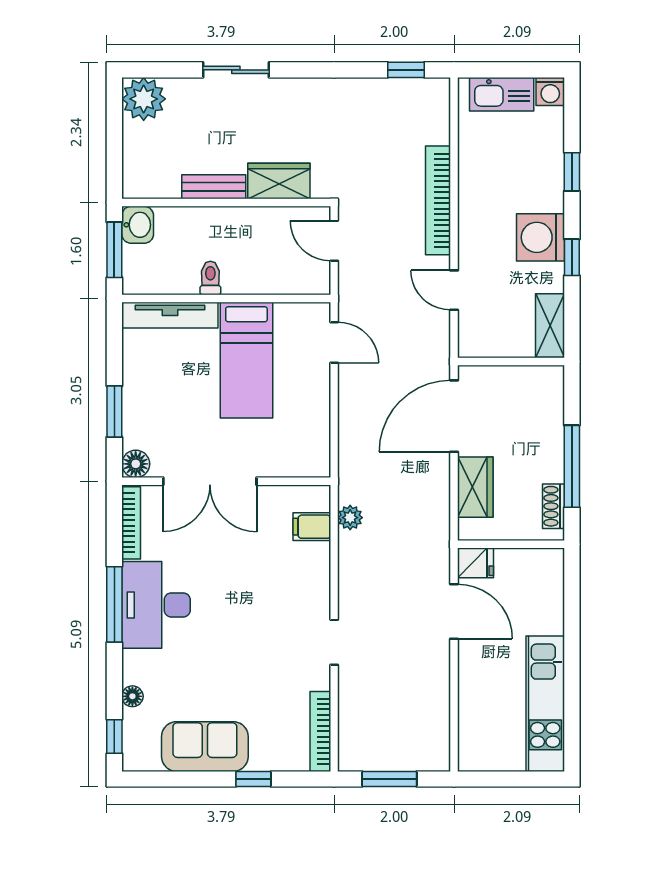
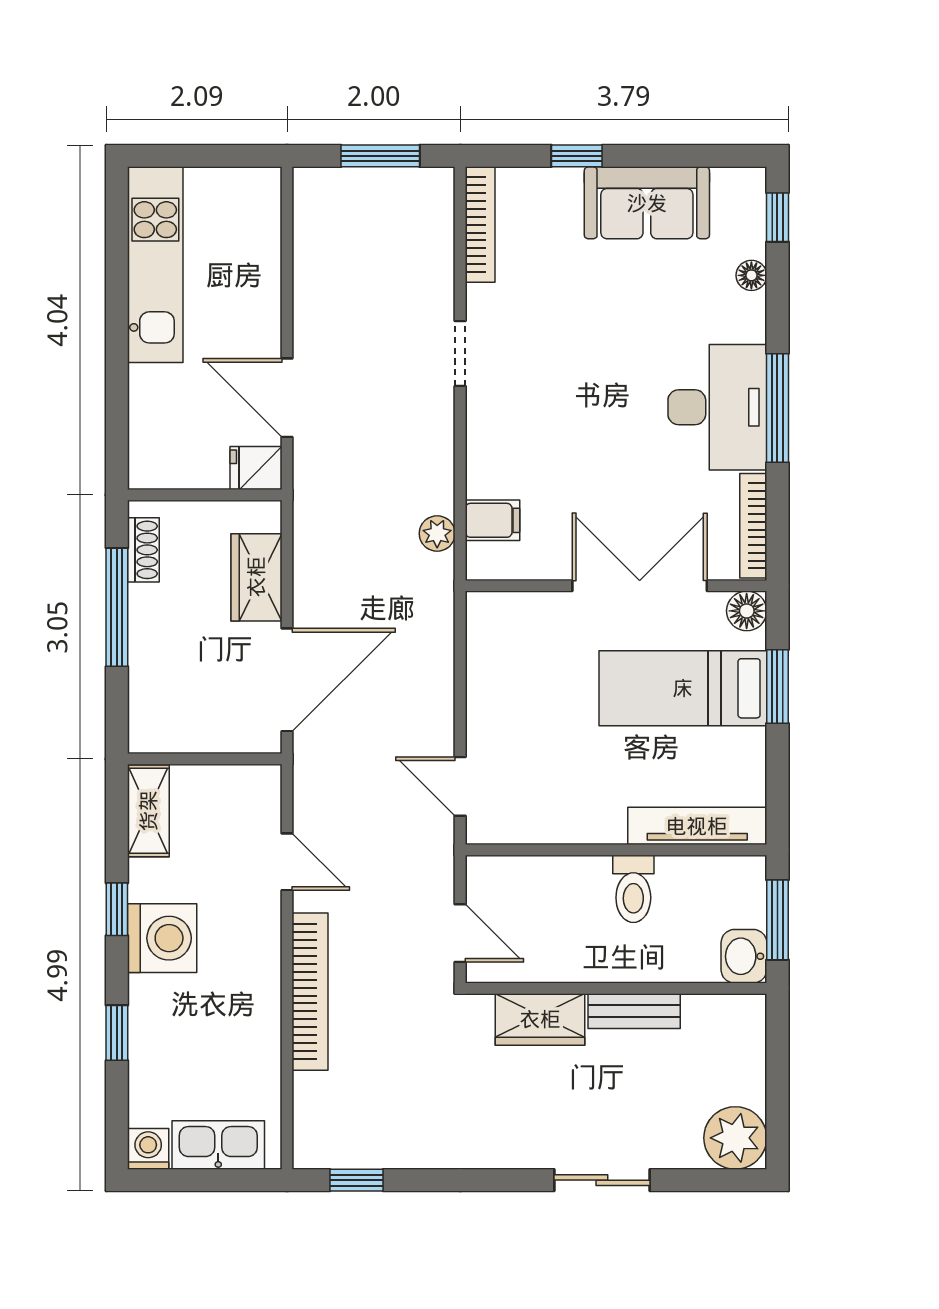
toilet: (210, 278) -> (633, 889), width x1.37, depth x1.39
bed: (246, 360) -> (683, 688), moved, turned -90

